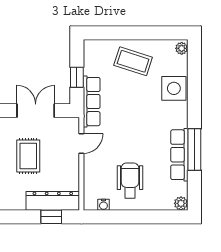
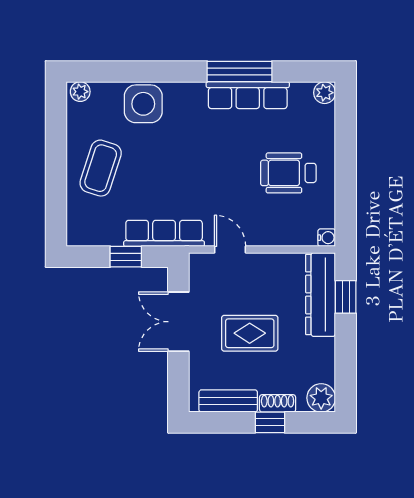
water cooler: (103, 205) -> (327, 238), moved

